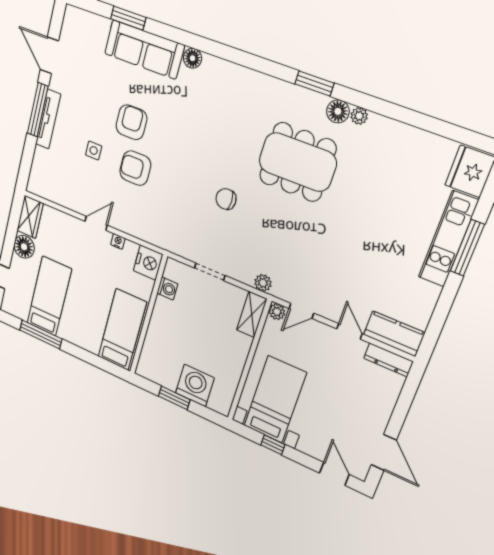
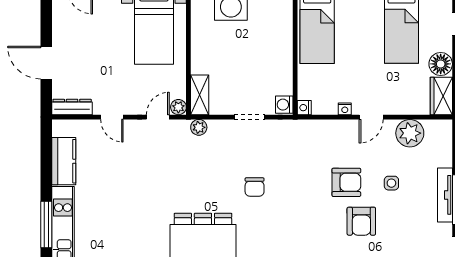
plant: (65, 193) -> (410, 133), added
chair: (226, 199) -> (255, 187), turned 90
nightstand: (148, 263) -> (304, 108), width x0.53, depth x0.56
washing machine: (167, 288) -> (284, 105), moved
kitchen counter: (394, 334) -> (64, 161), moved, turned -90
door: (384, 452) -> (46, 63), moved

